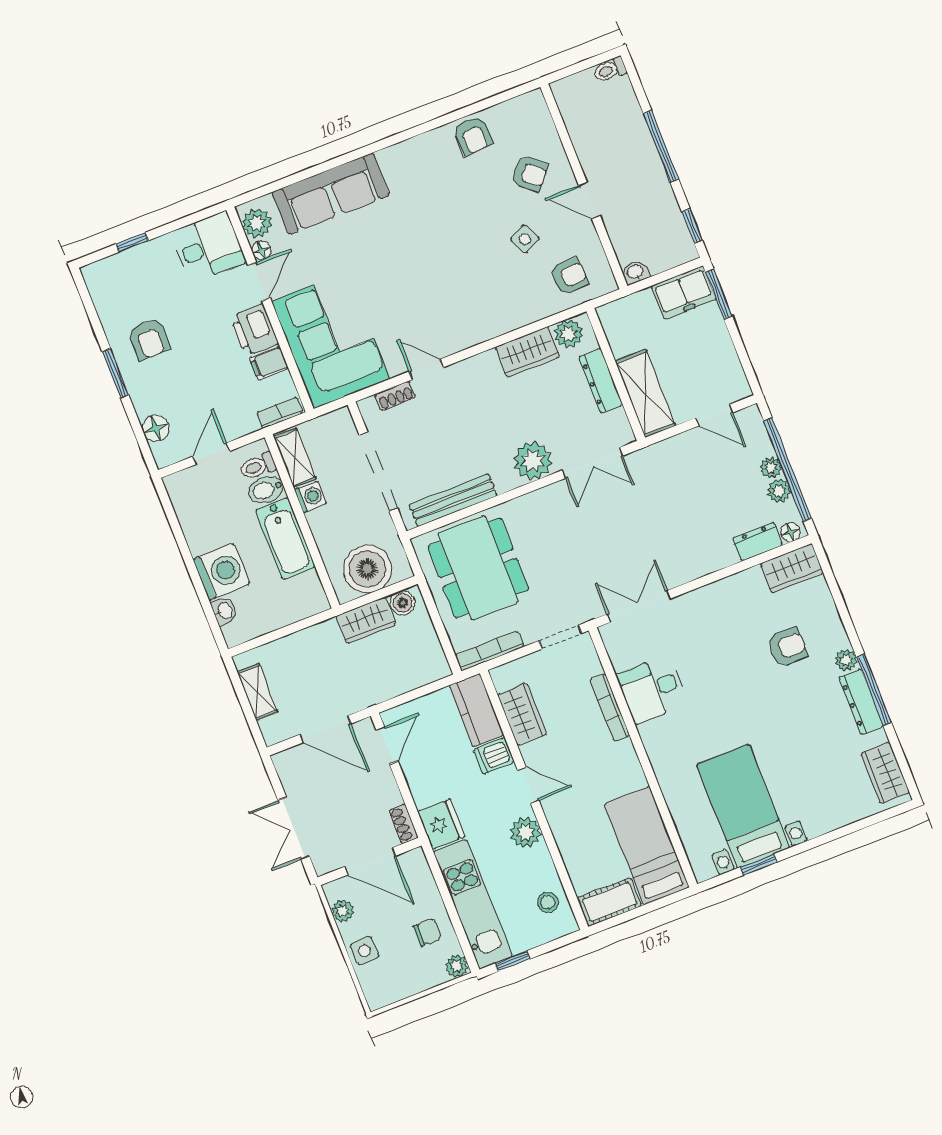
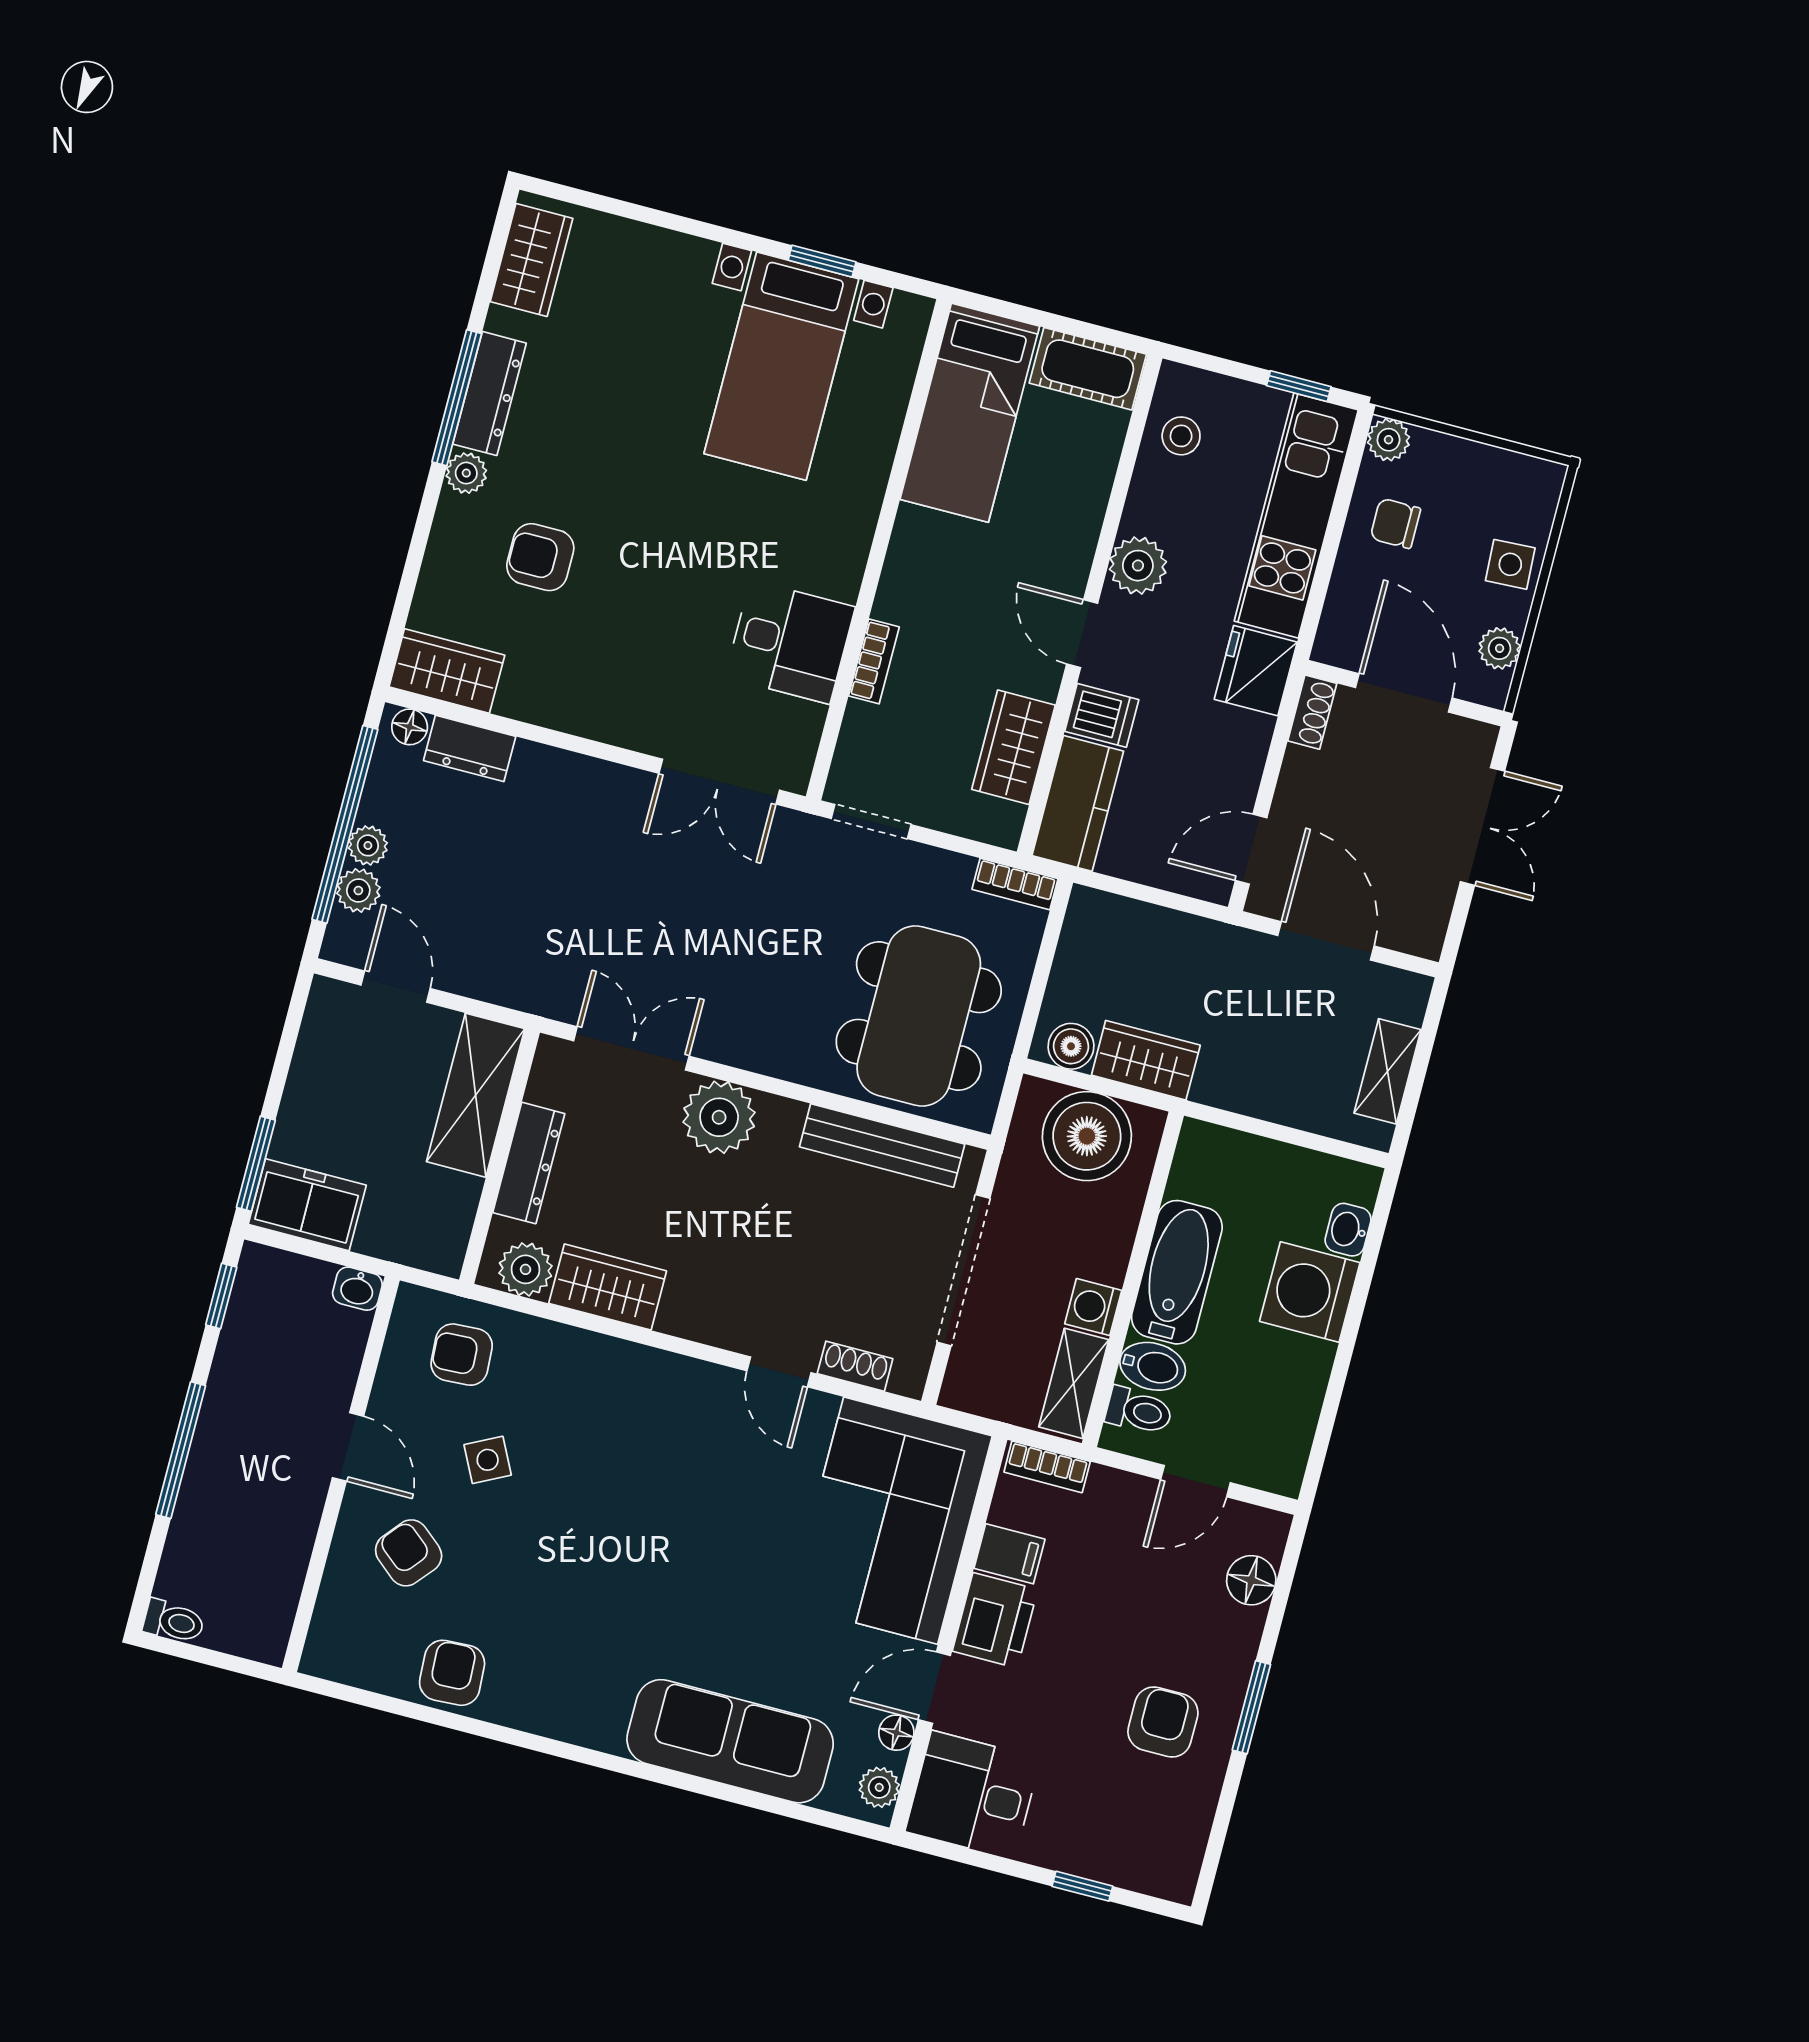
plant: (257, 223) -> (879, 1787), width x0.73, depth x0.73
plant: (779, 491) -> (358, 890), moved
bookcase: (490, 651) -> (1015, 884), width x0.64
bookcase: (610, 707) -> (874, 661), width x0.64

